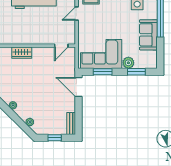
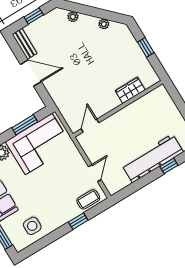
door: (79, 87) -> (31, 73), moved

